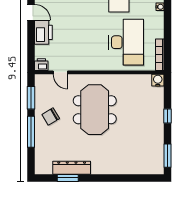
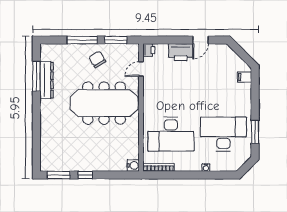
meeting table: (95, 110) -> (104, 103), width x1.36
window: (167, 116) -> (85, 175), moved
window: (68, 178) -> (36, 76), width x1.44

